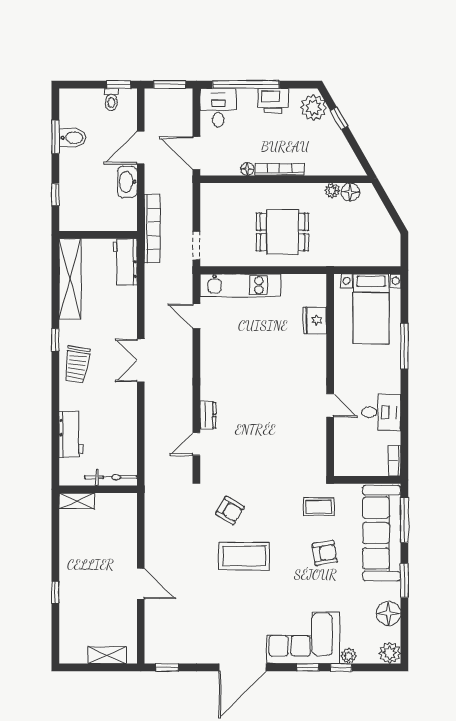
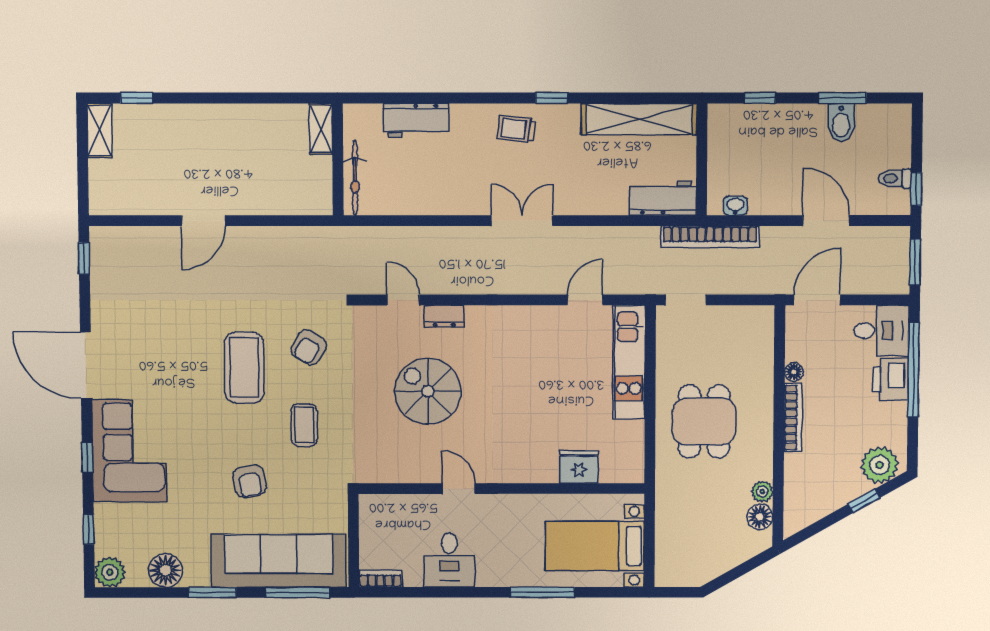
printer: (273, 101) -> (891, 379), moved
washbasin: (127, 182) -> (735, 206), moved, width x0.52, depth x0.69
trolley: (77, 364) -> (516, 129), width x0.73, depth x0.72
door: (330, 405) -> (458, 489), swing flipped
spiral stairs: (261, 427) -> (428, 391), added
coffee table: (319, 507) -> (304, 425), moved
window: (55, 592) -> (137, 98), moved
shelving: (107, 655) -> (100, 130), moved
plant: (349, 656) -> (105, 515), removed
window: (341, 667) -> (89, 529), moved

